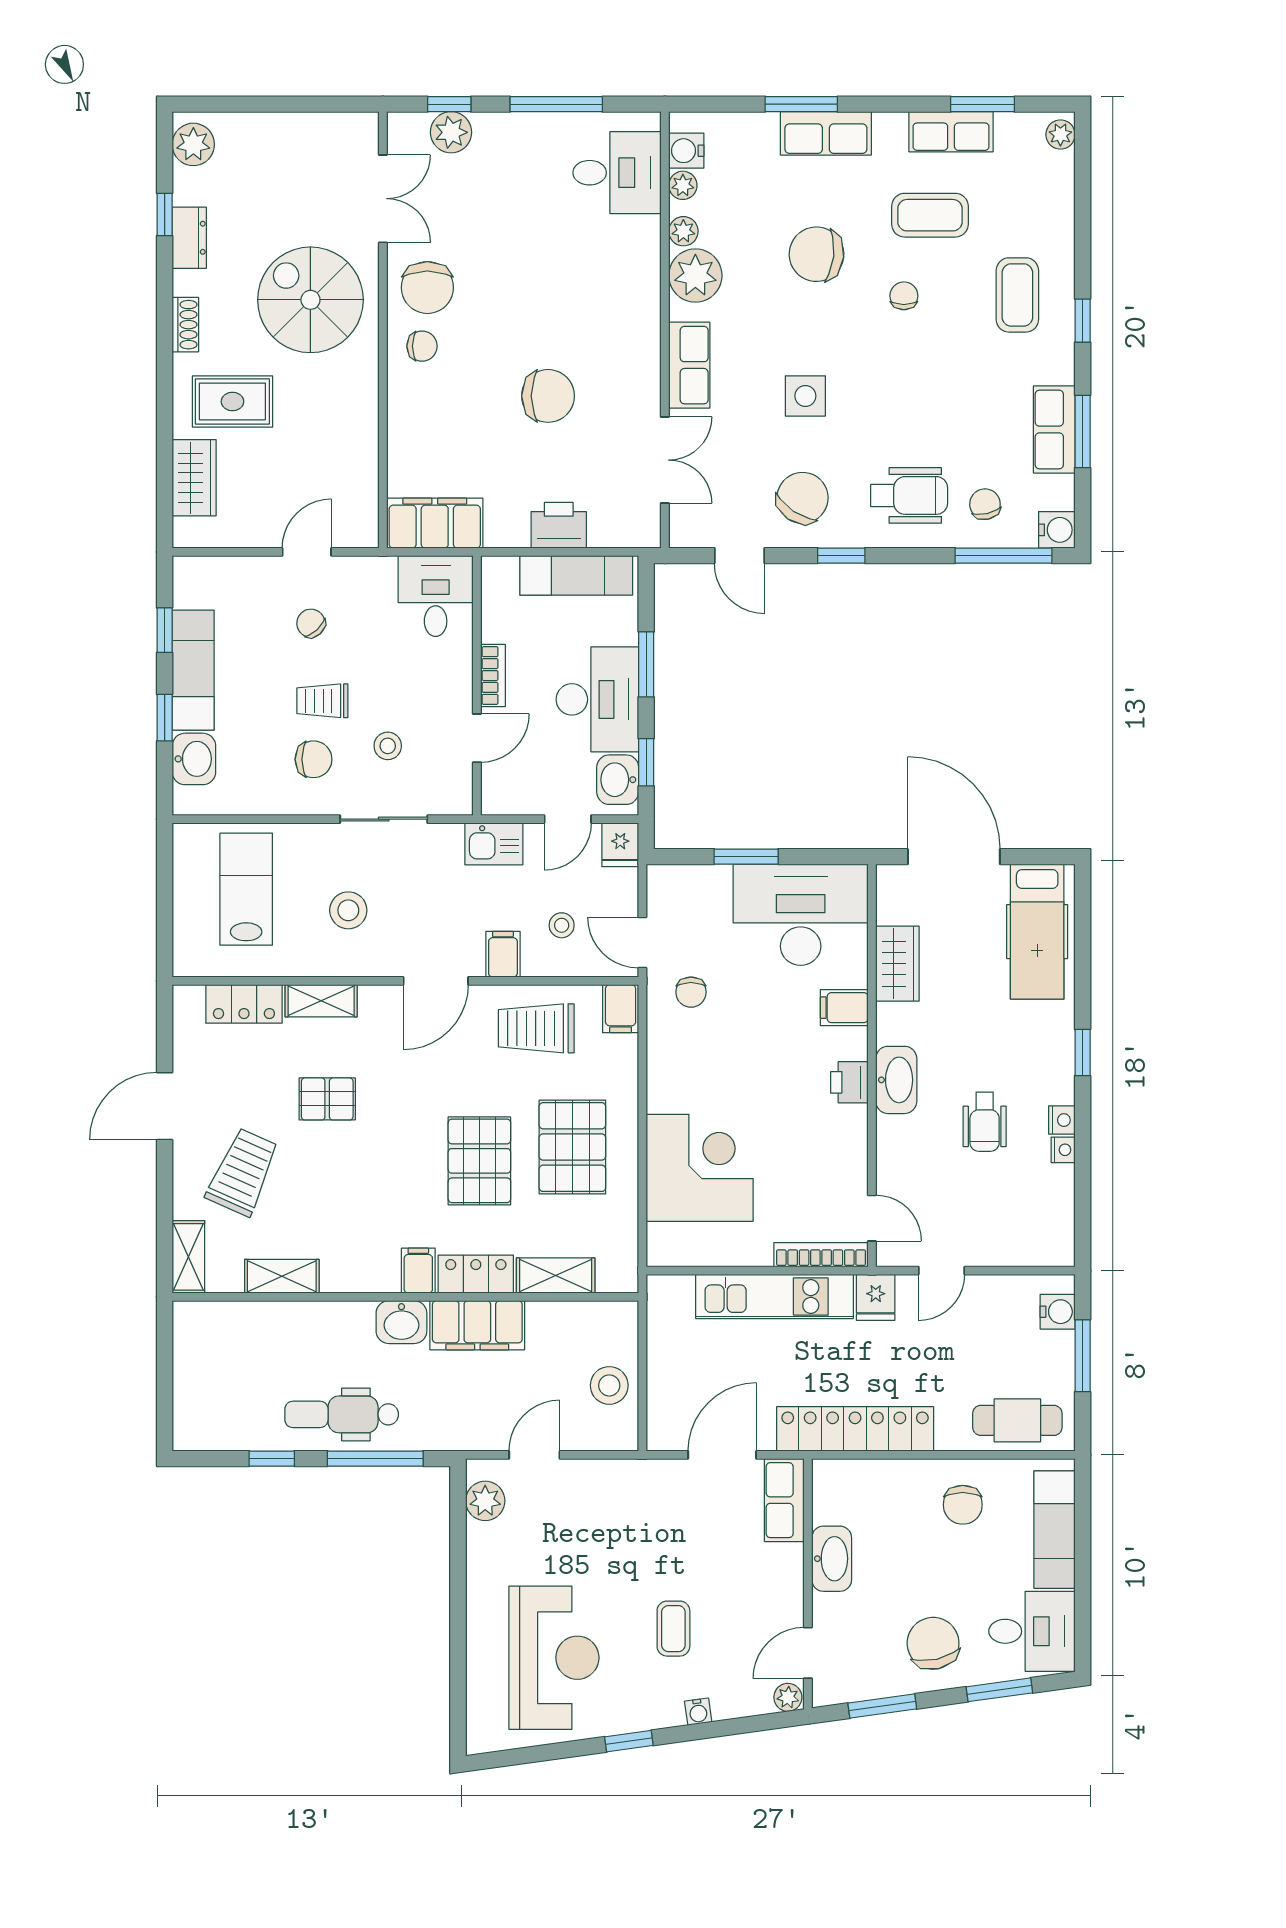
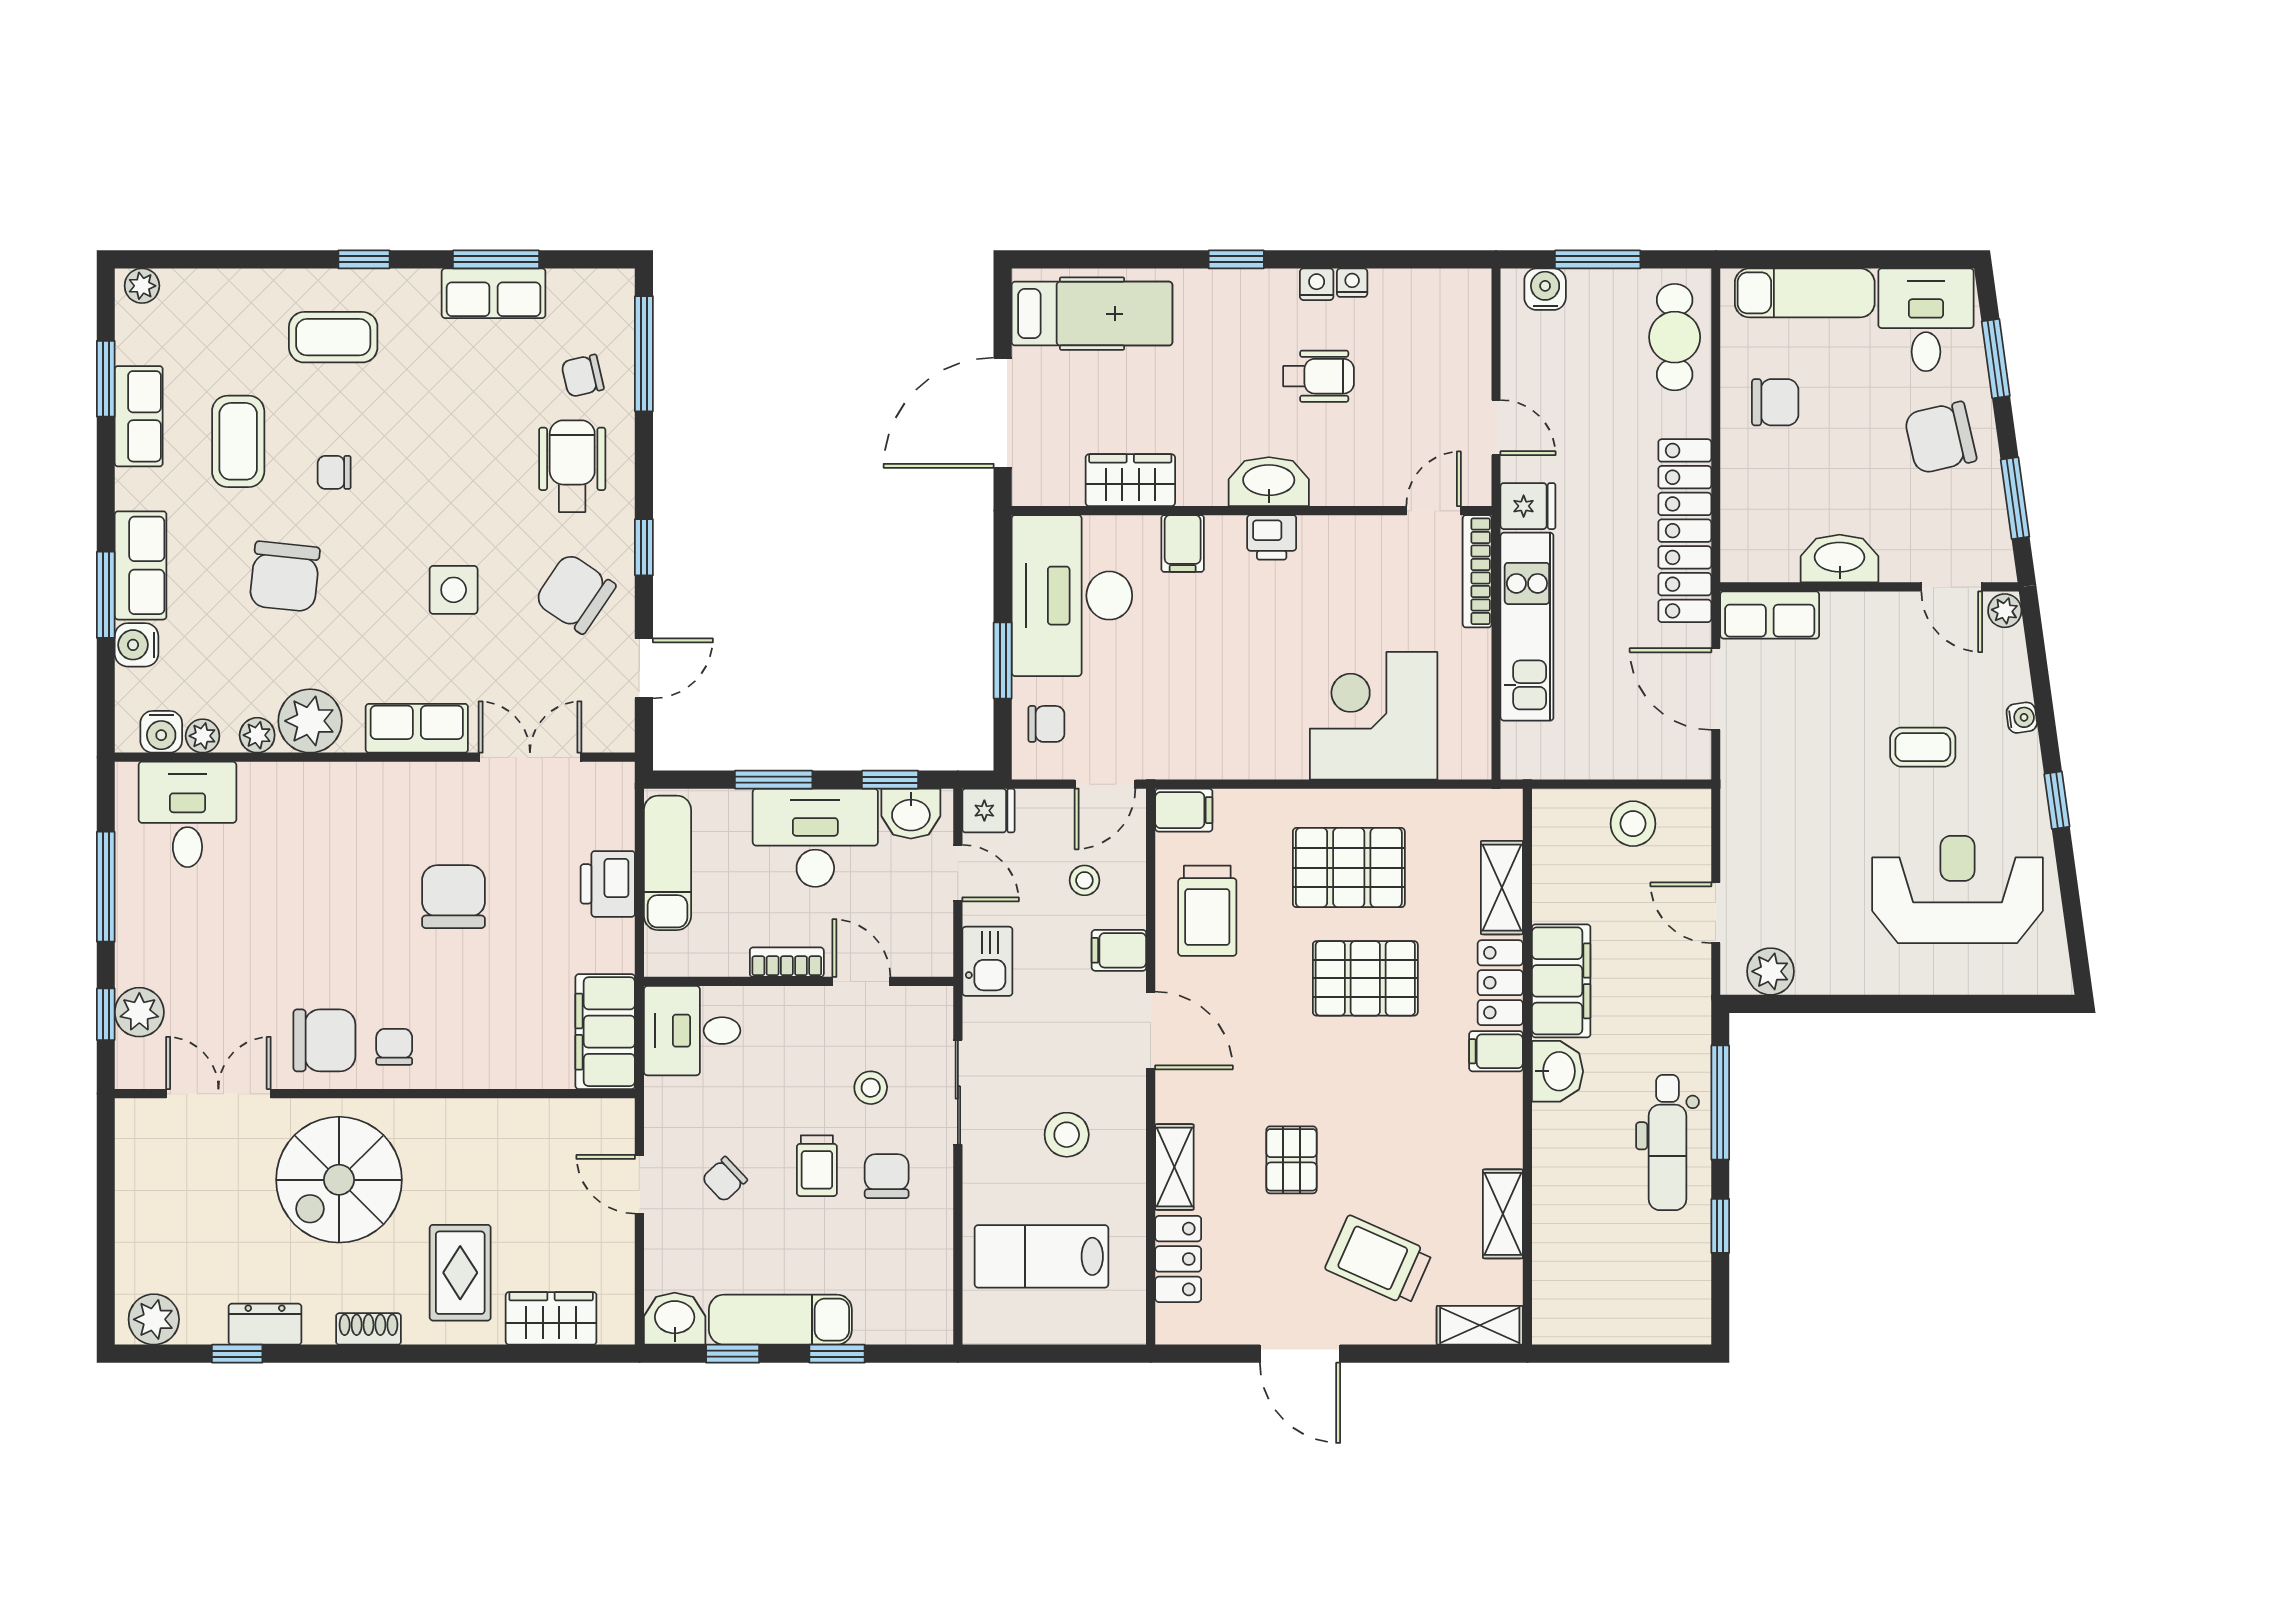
water cooler: (1057, 530) -> (136, 645), moved, turned -90
washbasin: (194, 759) -> (675, 1319), moved
chair: (691, 992) -> (1046, 724), moved

